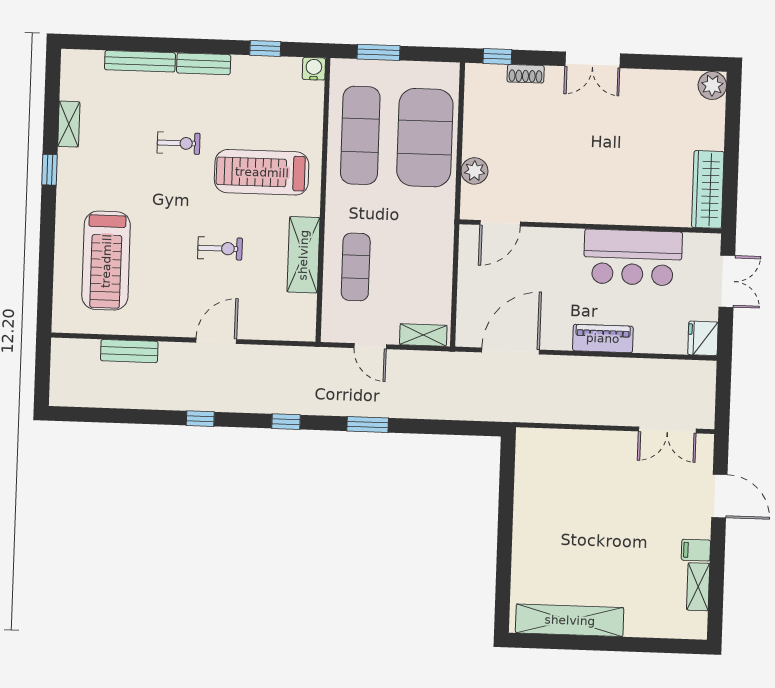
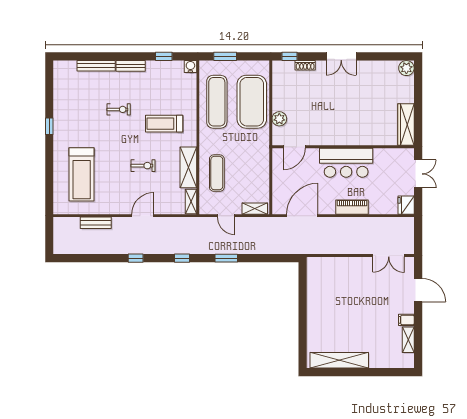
shelving: (69, 124) -> (191, 201), moved
treadmill: (262, 172) -> (164, 124), width x0.73, depth x0.73
bar counter: (633, 257) -> (346, 163), moved

